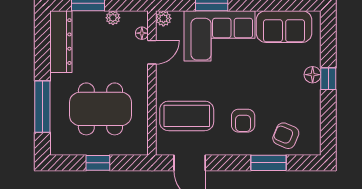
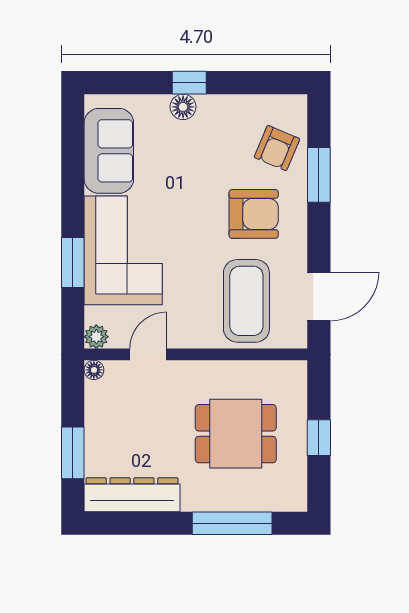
plant: (113, 18) -> (95, 414), removed
floor lamp: (142, 33) -> (94, 370), moved
door: (152, 52) -> (148, 354), hinge flipped
dining table: (100, 109) -> (236, 434), width x0.73
armchair: (243, 121) -> (254, 214), width x1.38, depth x1.38

